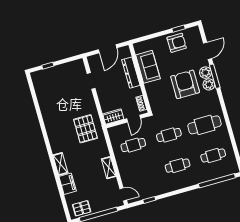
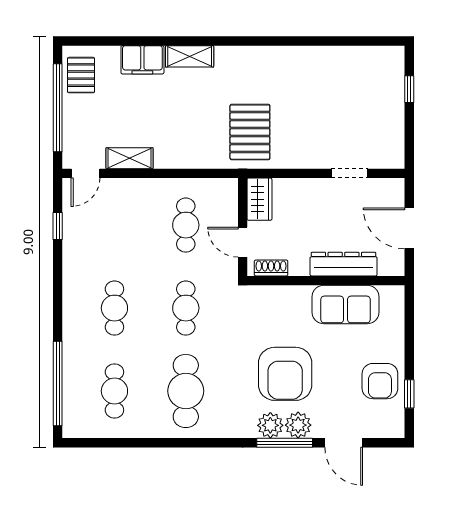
armchair: (185, 84) -> (285, 374), turned 90
pallet: (86, 129) -> (250, 132), turned 90
shelving: (109, 168) -> (129, 158), moved

